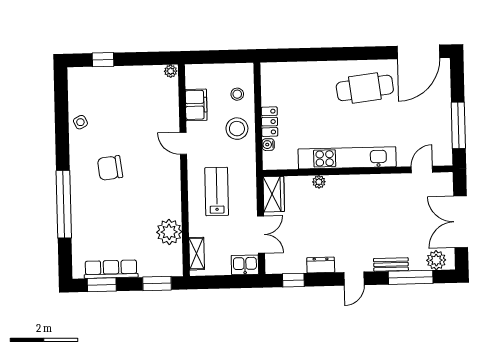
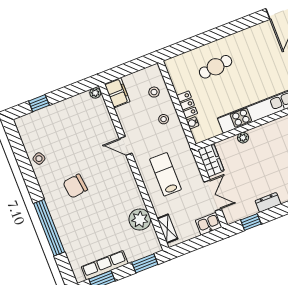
cafe table: (365, 88) -> (216, 67), moved, width x0.73, depth x0.74
filing cabinet: (196, 105) -> (117, 93), moved
stool: (237, 129) -> (164, 119), width x0.53, depth x0.53

